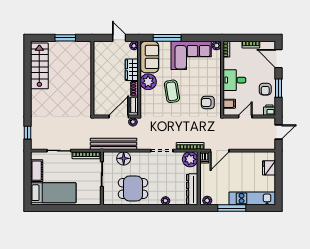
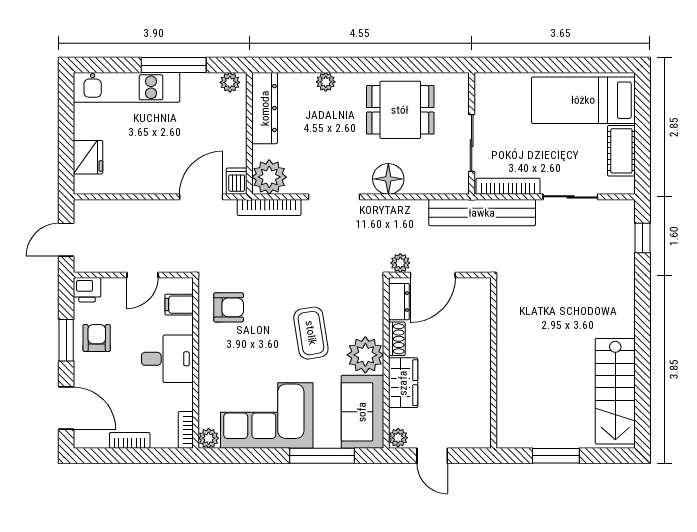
bench: (114, 144) -> (482, 213), moved
floor lamp: (124, 158) -> (388, 179), moved

